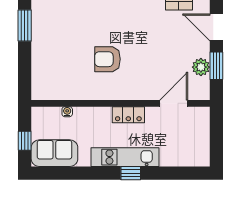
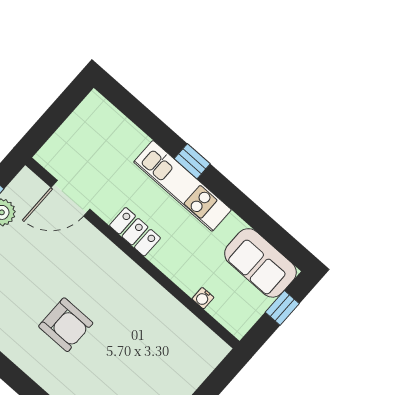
armchair: (107, 59) -> (66, 325), moved

